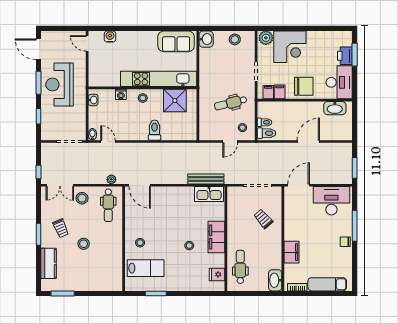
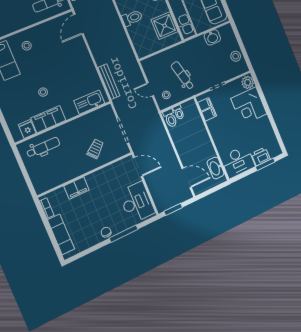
washbasin: (206, 39) -> (212, 37), moved
chair: (304, 86) -> (222, 133), removed
door: (308, 141) -> (187, 178), moved
kitchen sink: (209, 194) -> (89, 102), moved, turned 90
filing cabinet: (216, 237) -> (48, 119), moved
washbasin: (275, 280) -> (44, 185), removed

